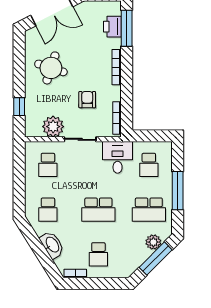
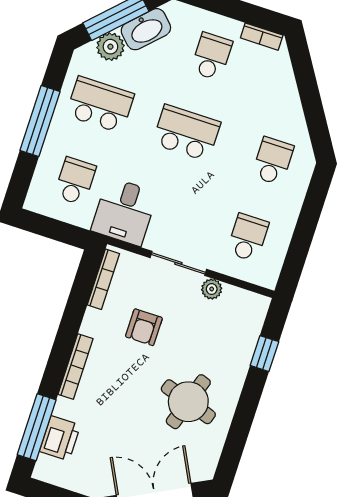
plant: (53, 127) -> (212, 289), width x0.53, depth x0.53
washbasin: (52, 245) -> (146, 29), moved, turned -103

